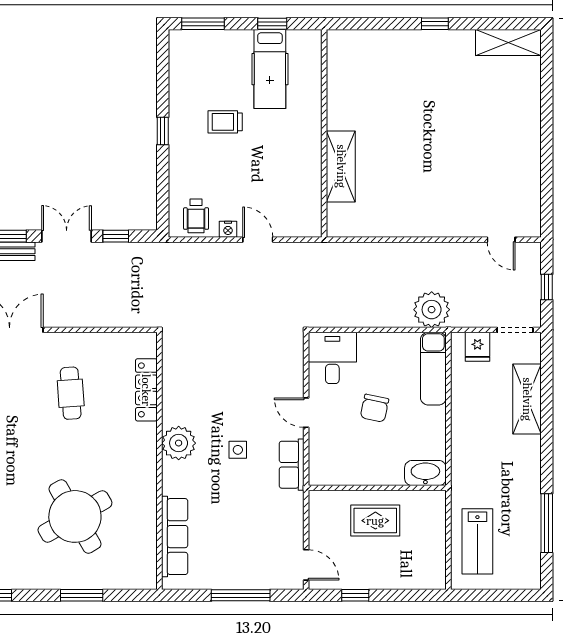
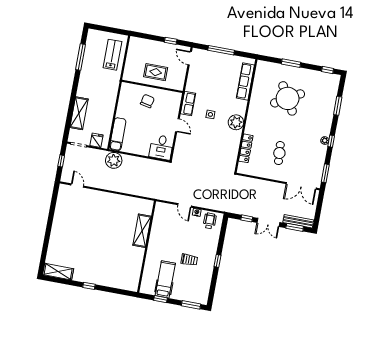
chair: (375, 408) -> (147, 101), moved
washbasin: (425, 473) -> (130, 89), removed

